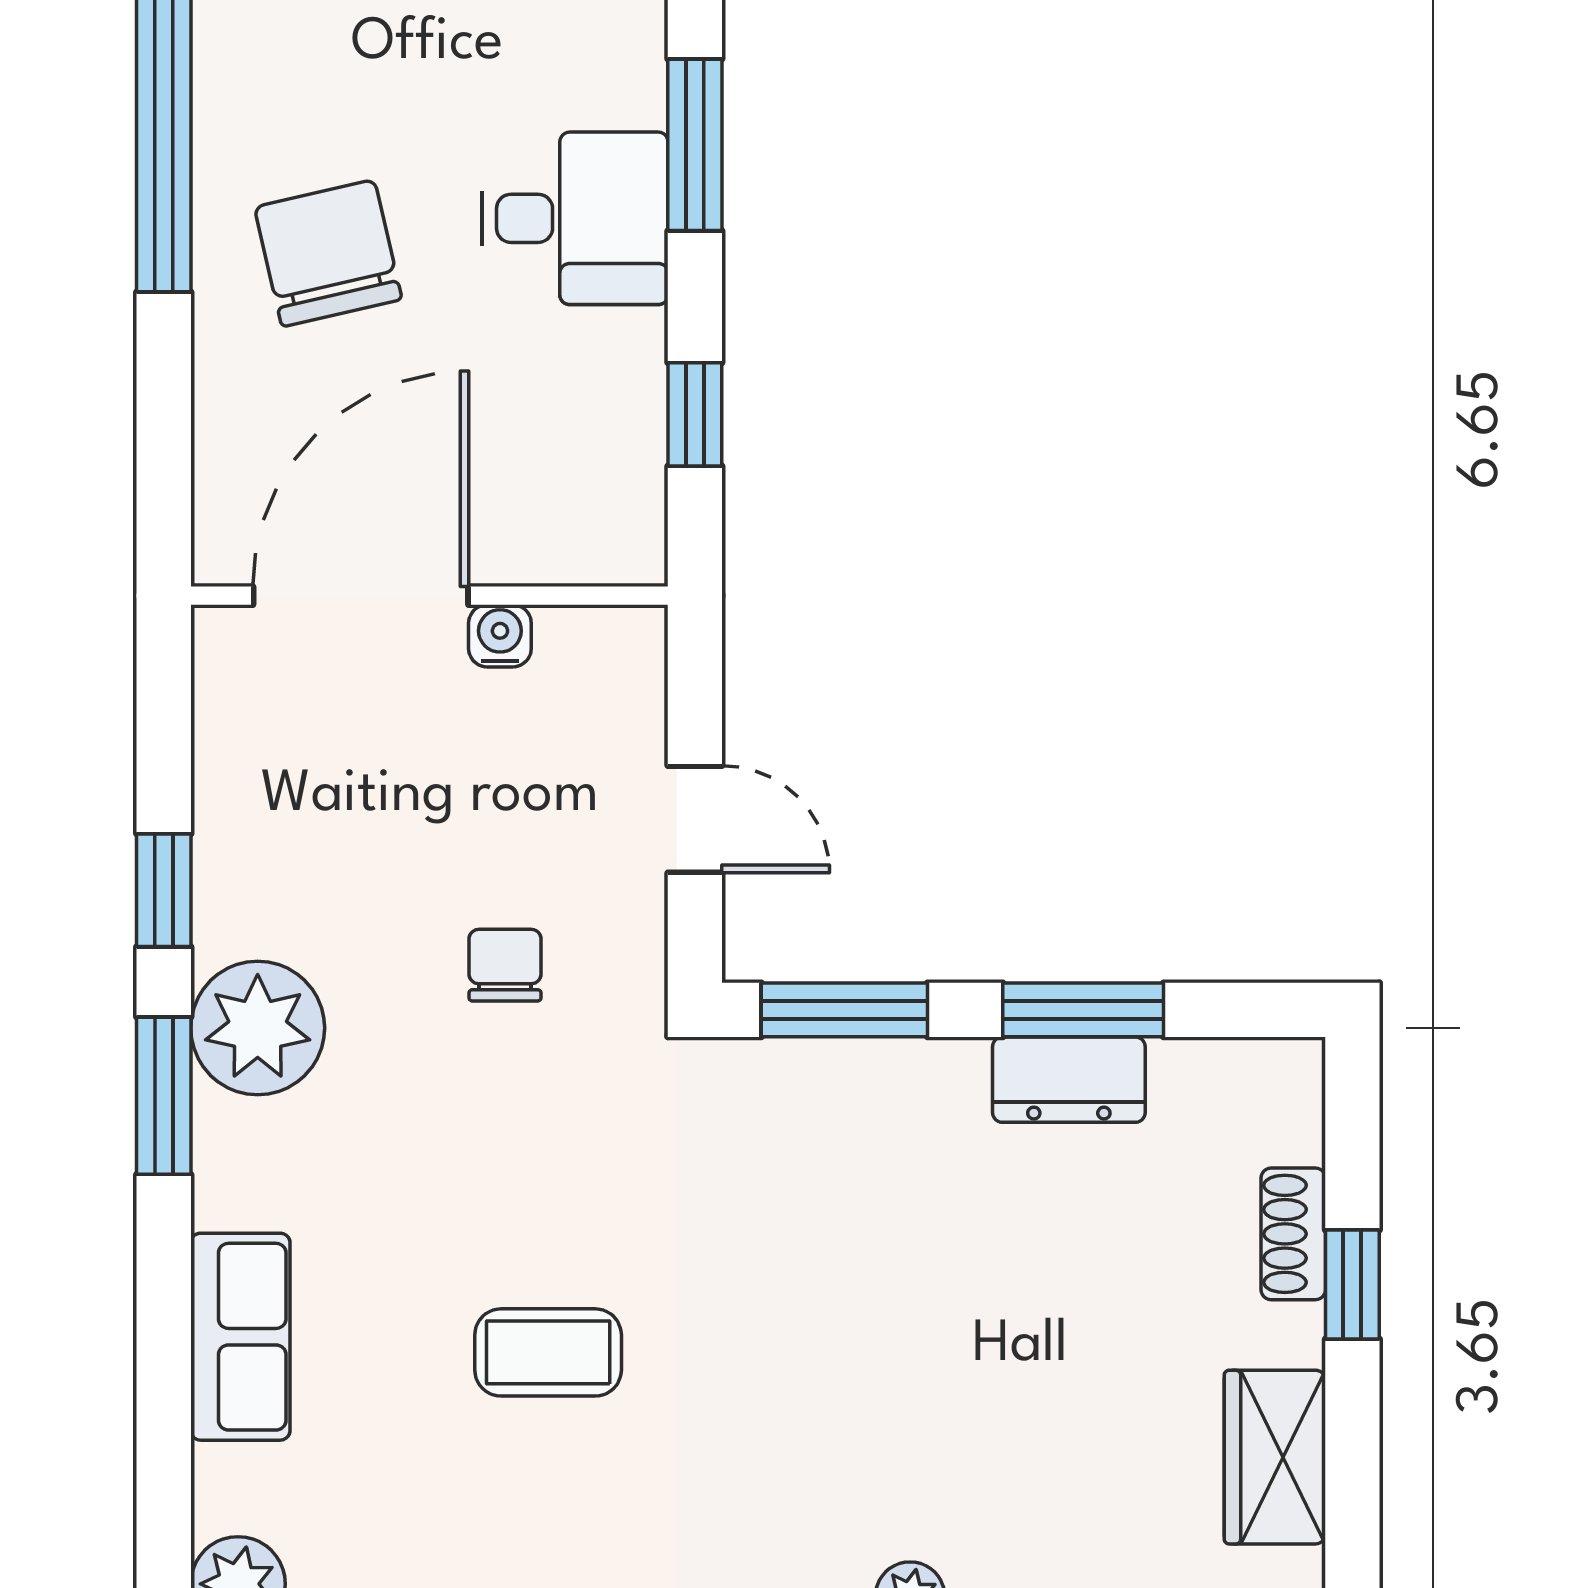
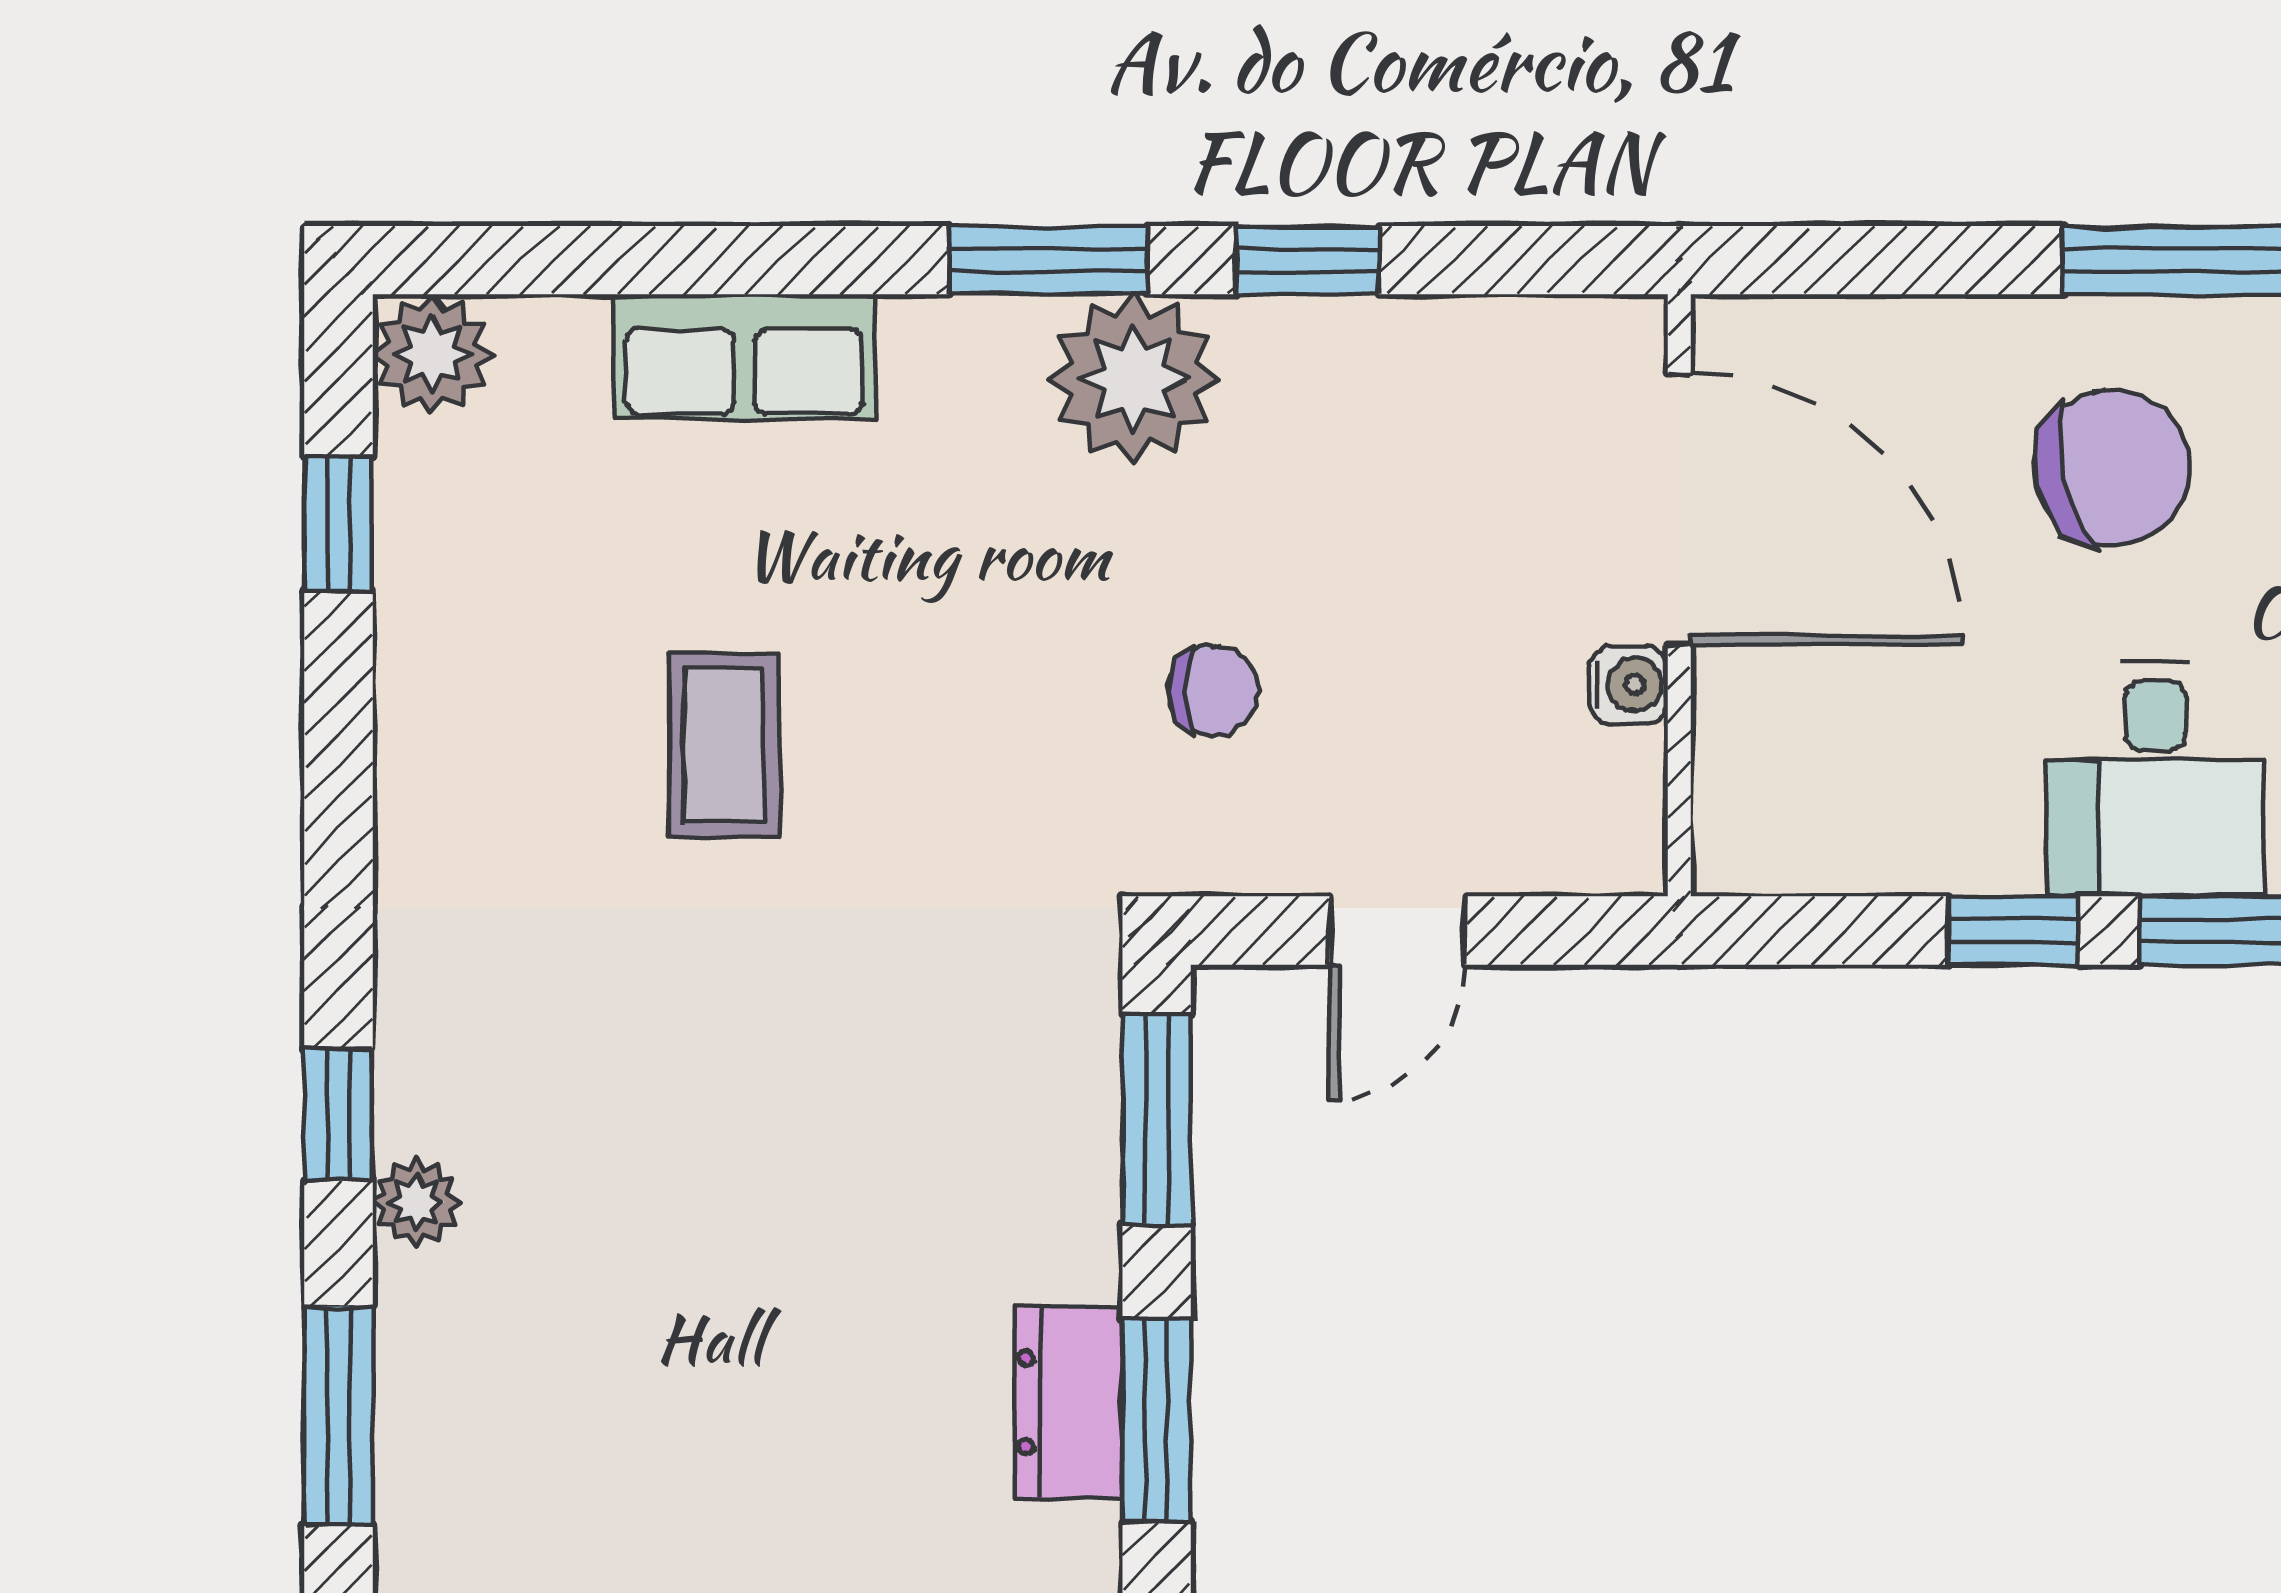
window: (695, 414) -> (2013, 931), moved

